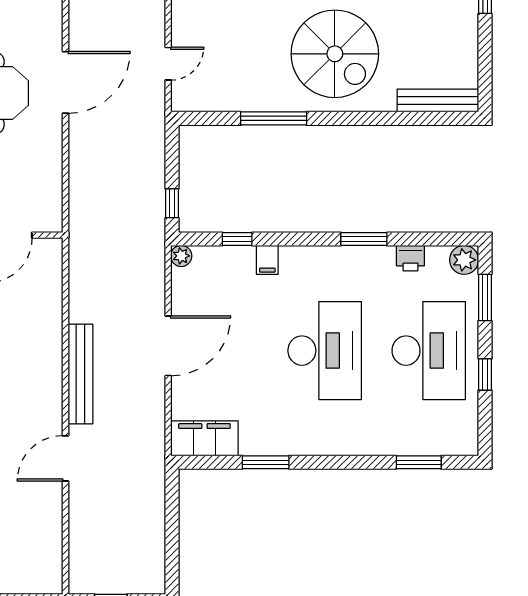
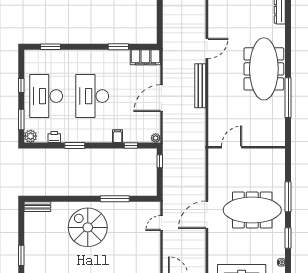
bench: (438, 101) -> (37, 207), width x0.73

